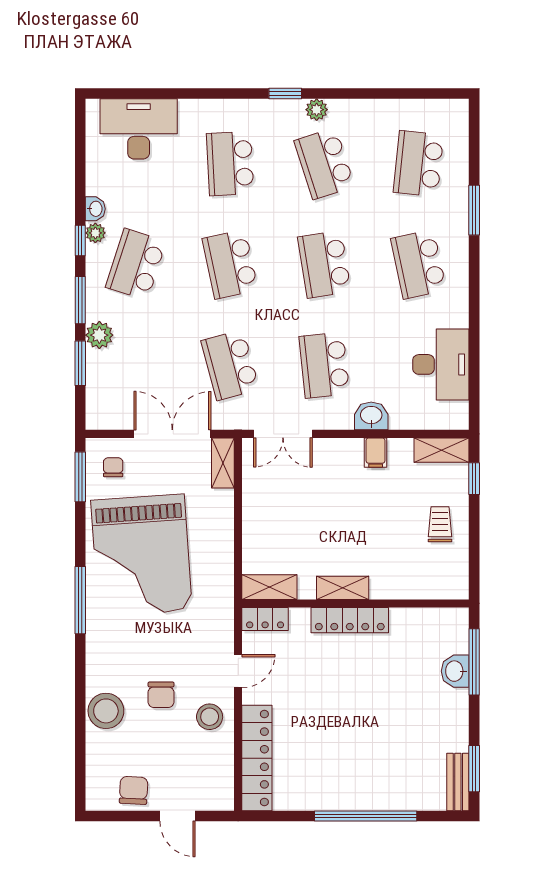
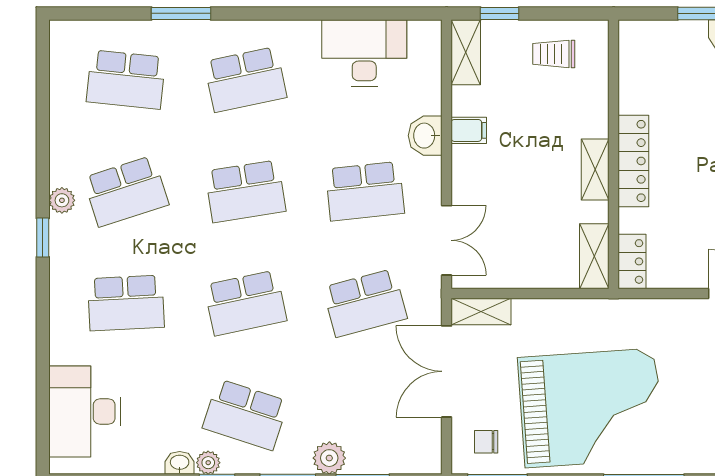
shelving: (269, 587) -> (594, 256), moved
shelving: (343, 588) -> (595, 169), moved
wall: (355, 603) -> (614, 154), moved
locker: (265, 619) -> (632, 261), moved
locker: (350, 620) -> (633, 161), moved

